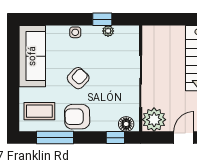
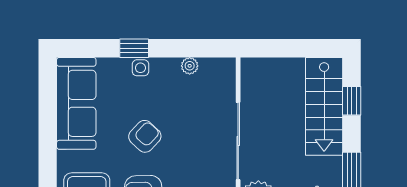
window: (102, 19) -> (134, 48), moved

